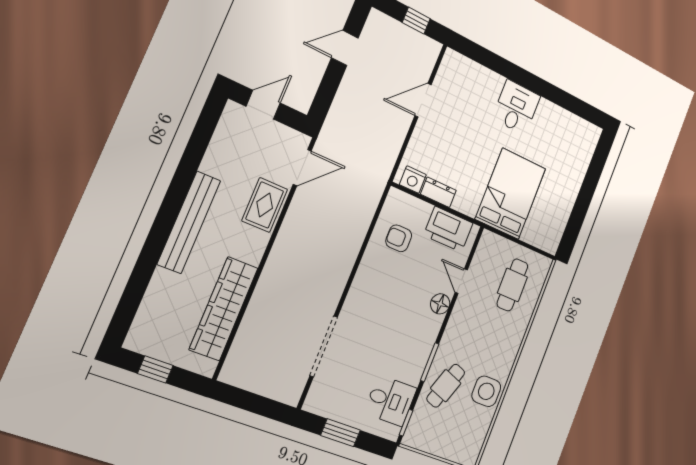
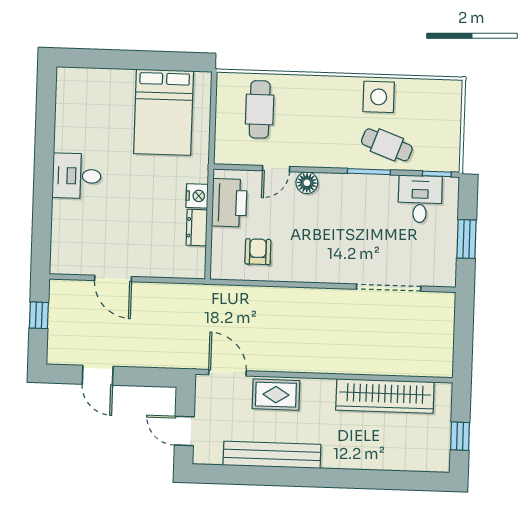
nightstand: (413, 180) -> (197, 196), moved
bed: (511, 194) -> (164, 112), moved, turned -90
bench: (189, 222) -> (272, 455), moved
armchair: (399, 238) -> (258, 252), turned 180
cafe table: (512, 285) -> (260, 109), turned 90

